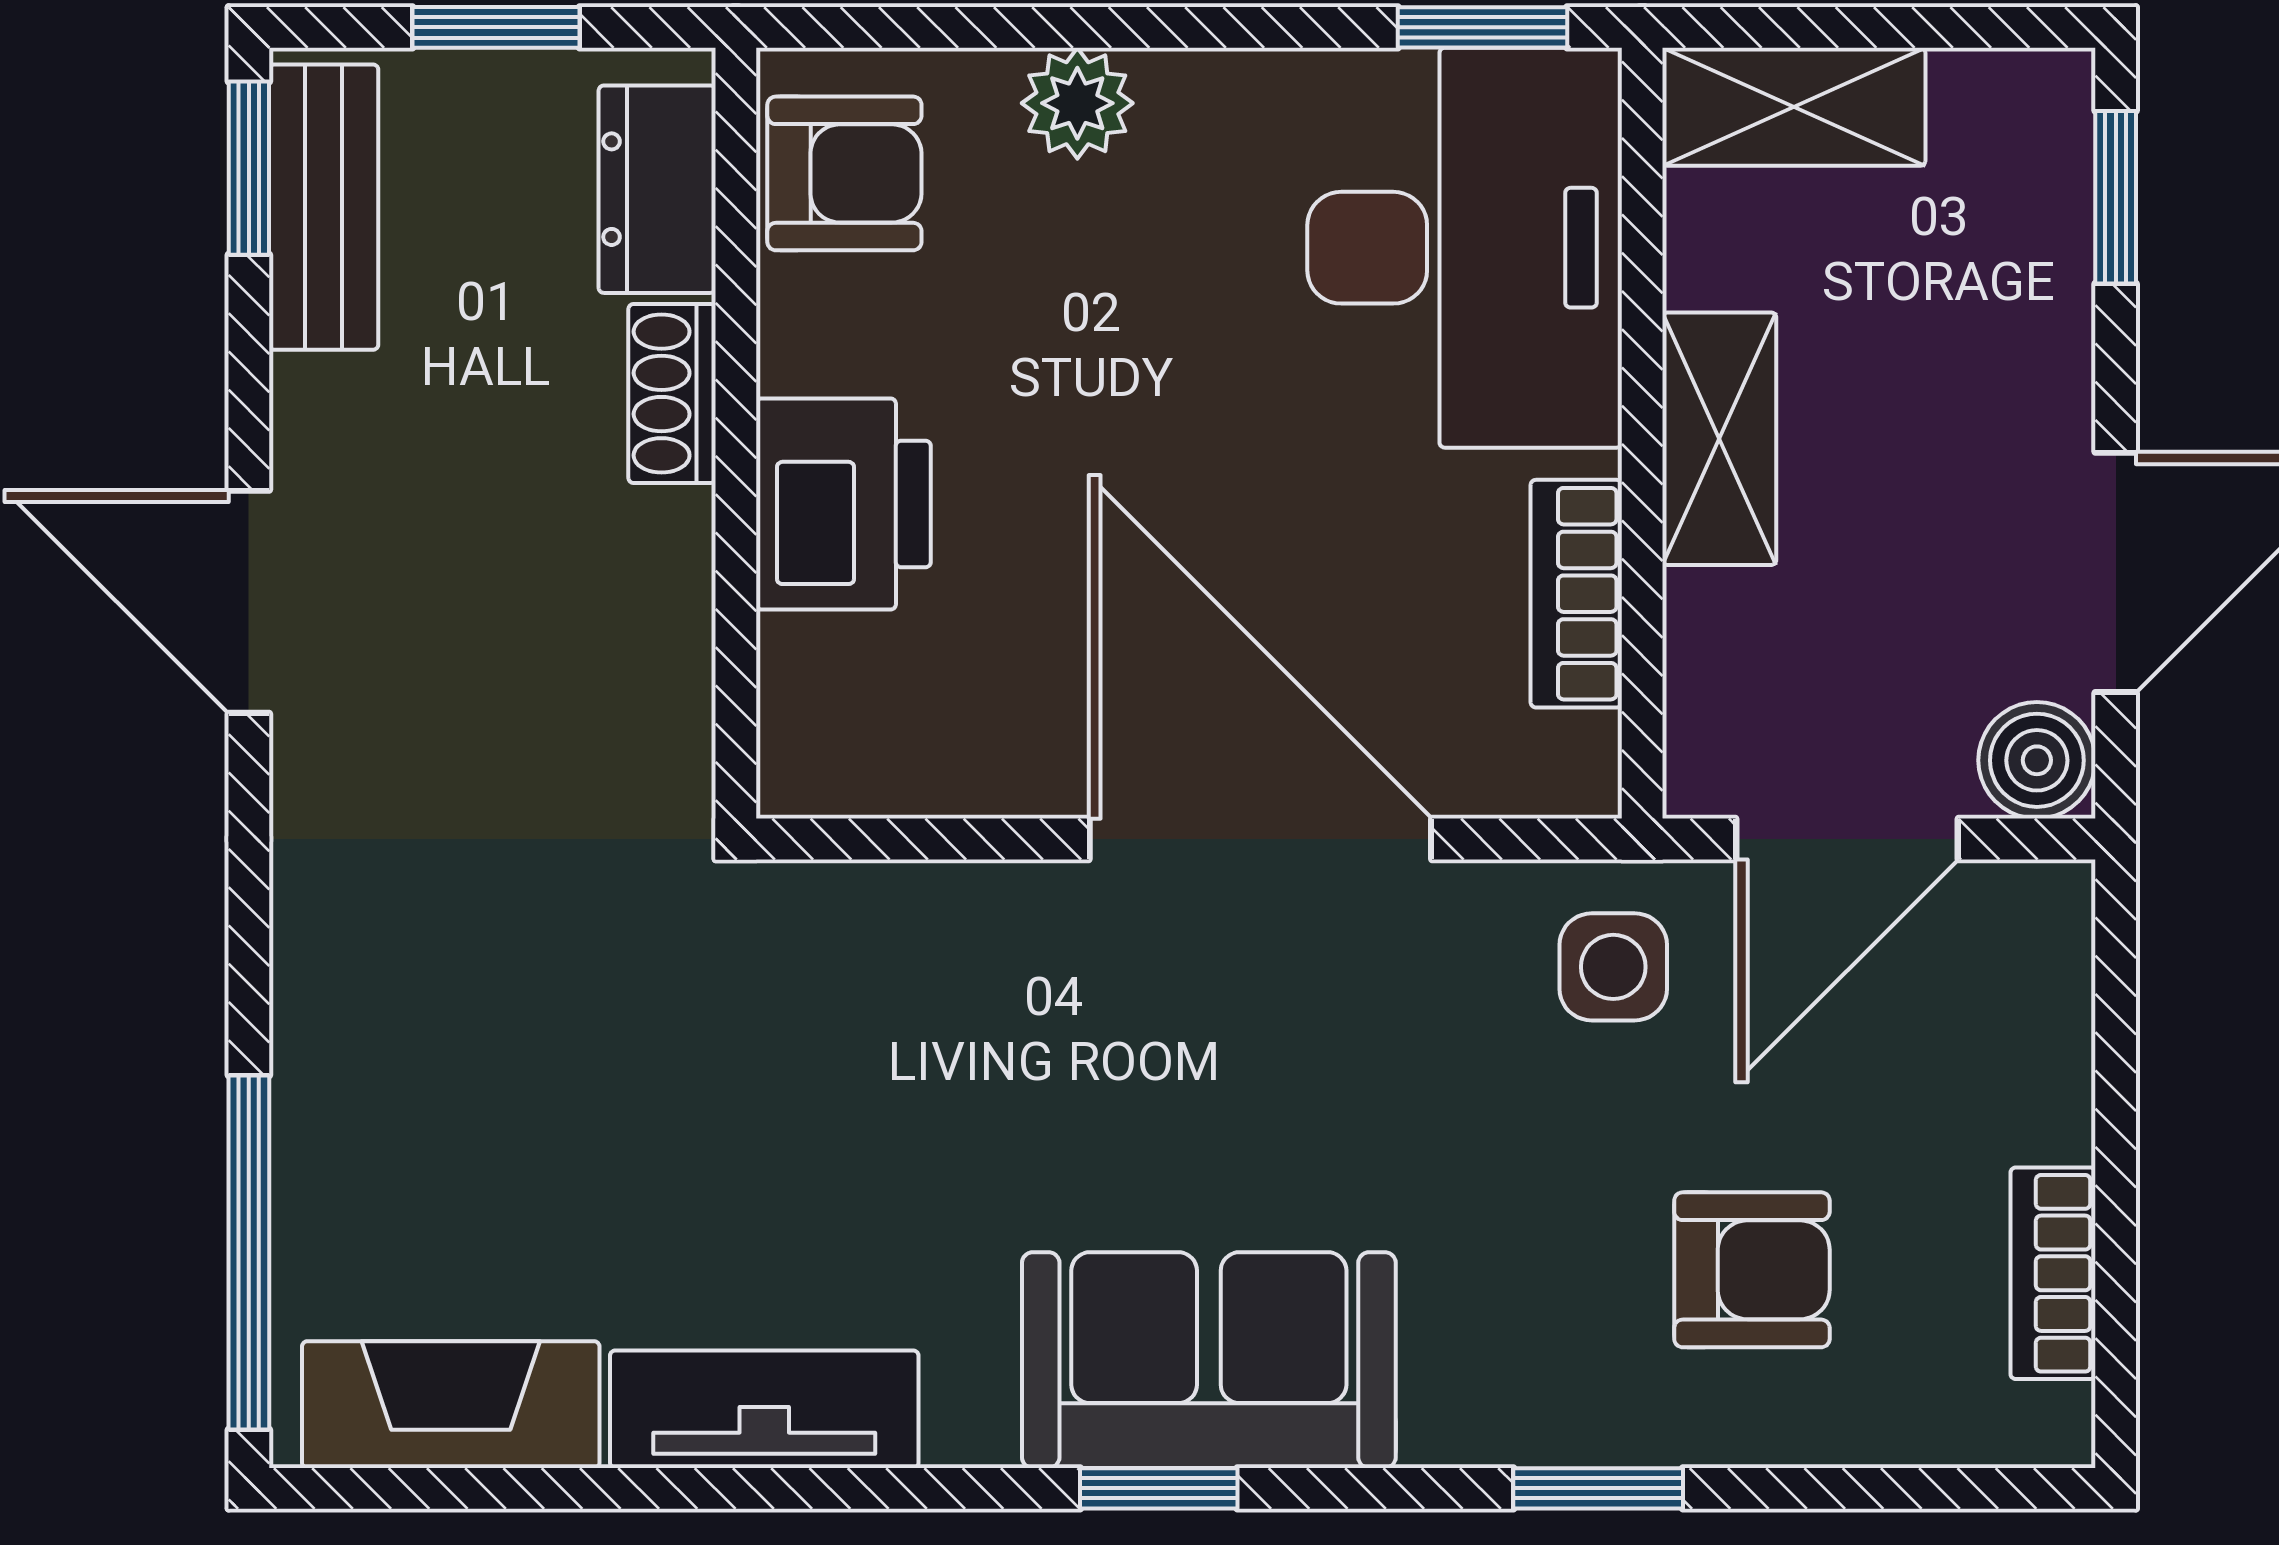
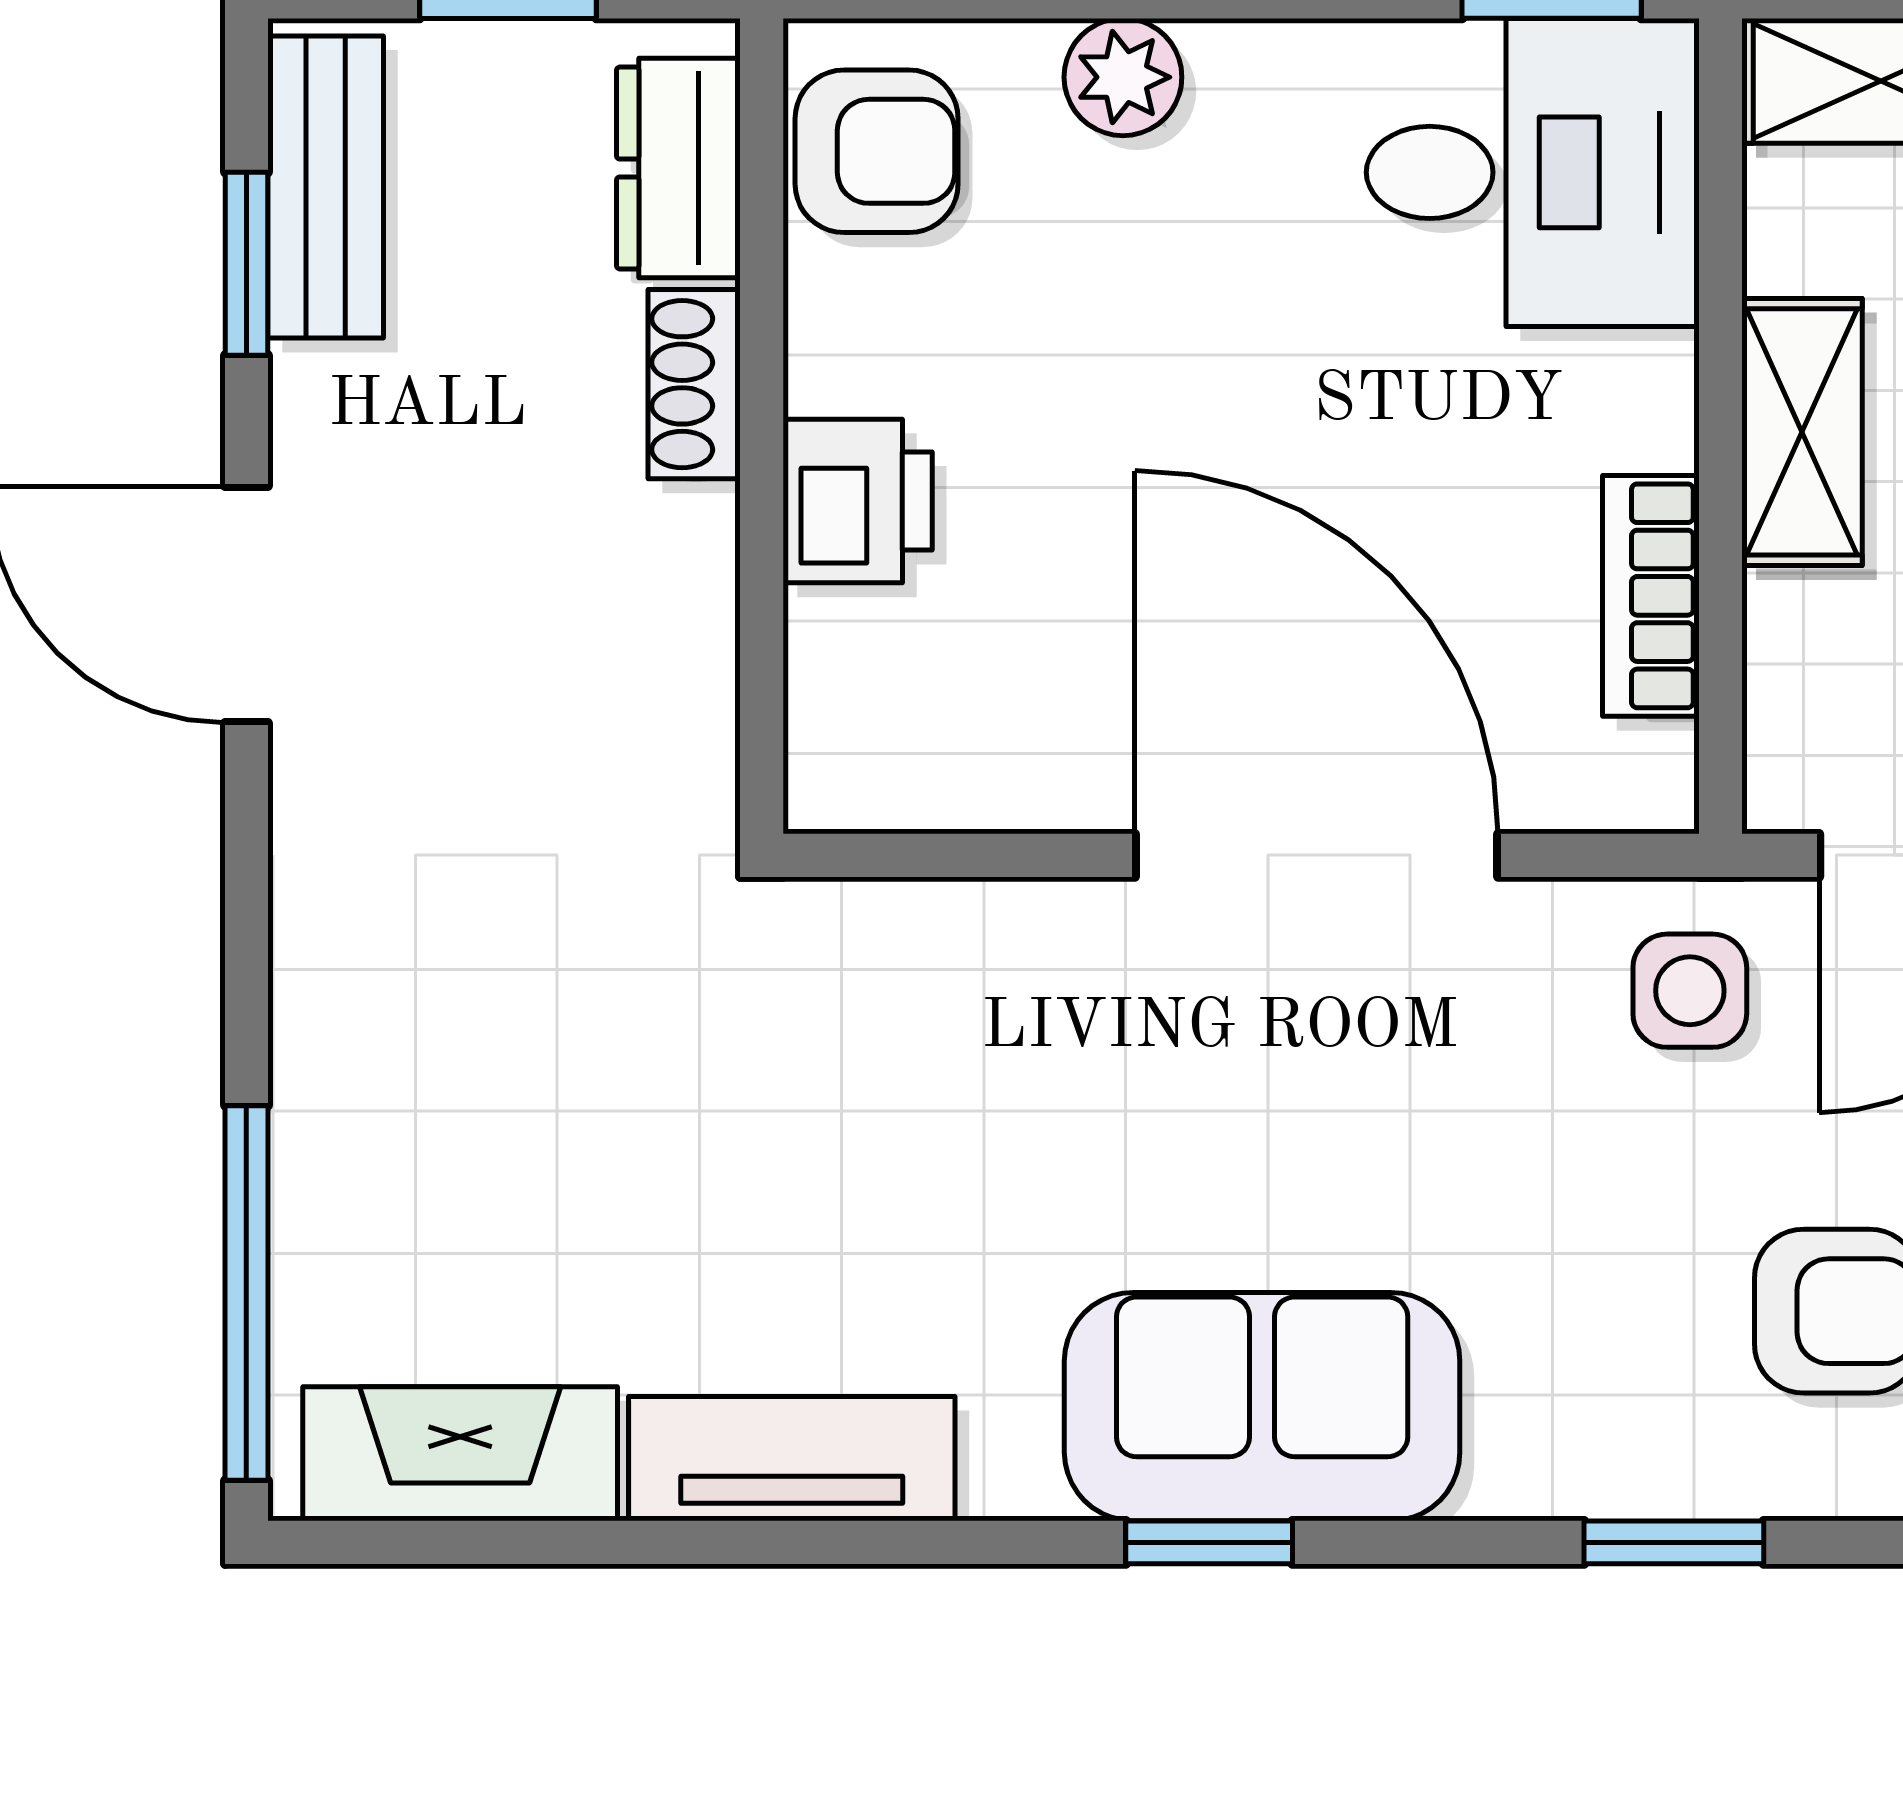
window: (249, 168) -> (246, 264), moved
desk: (1465, 248) -> (1533, 172), width x0.73
printer: (843, 504) -> (858, 501), width x0.73, depth x0.81

